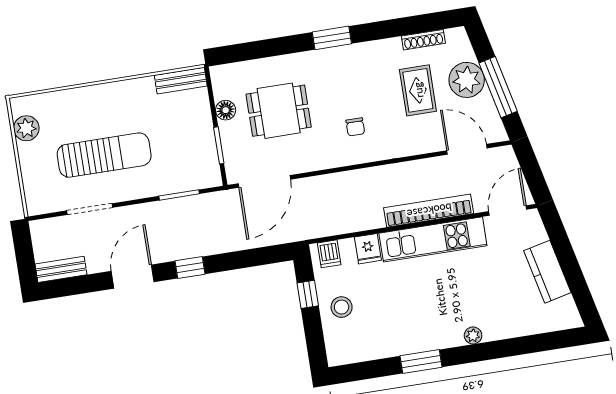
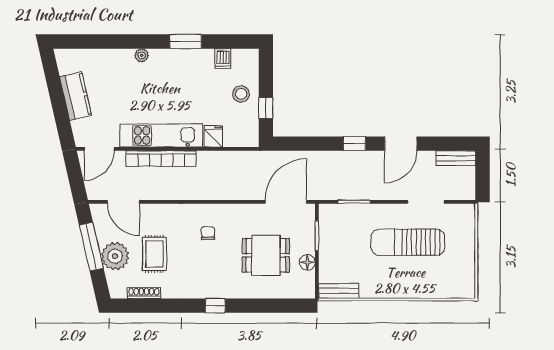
window: (332, 38) -> (215, 306), width x0.67
plant: (26, 128) -> (465, 273), removed
dishwasher: (329, 254) -> (223, 59), moved, turned 180

